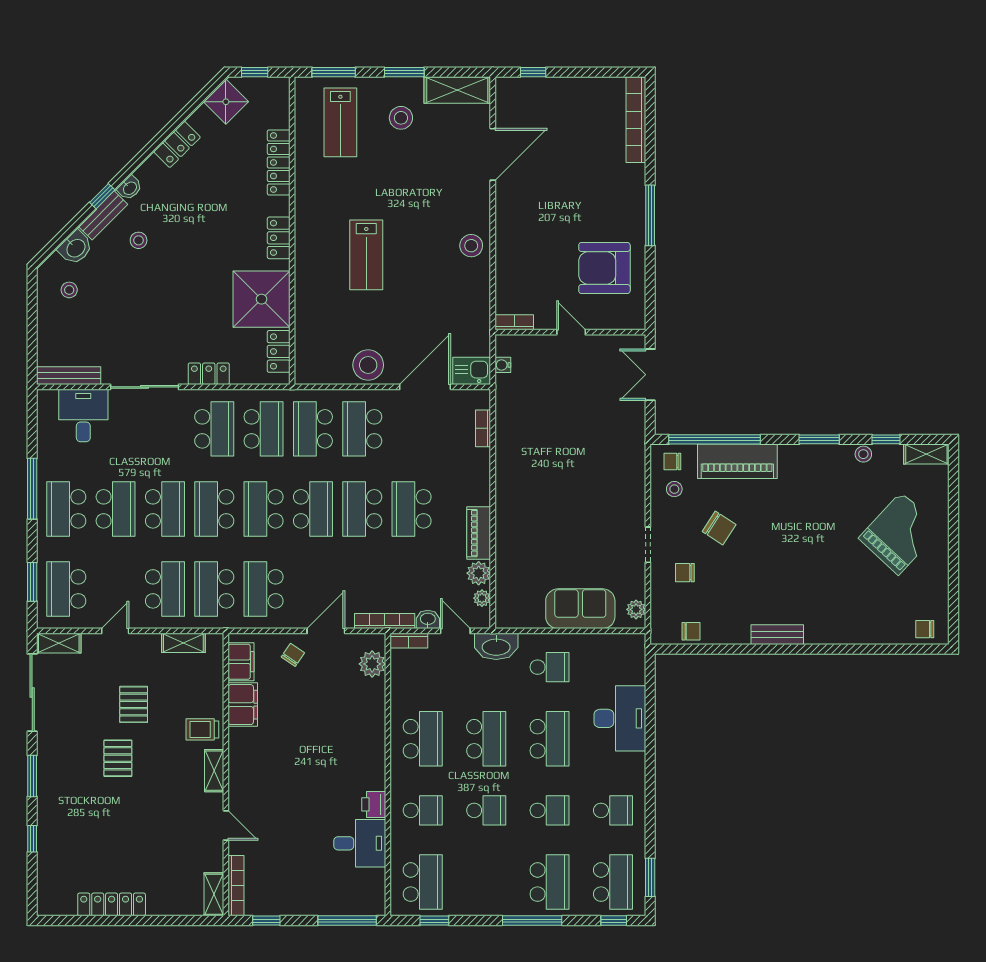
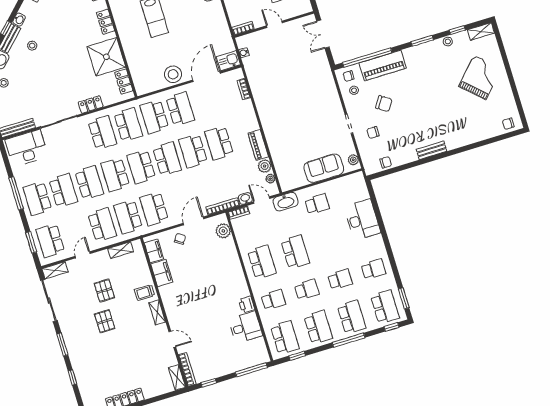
desk: (83, 416) -> (27, 148), width x1.37
school desk: (362, 429) -> (180, 109), turned 180
school desk: (550, 739) -> (318, 327), moved

